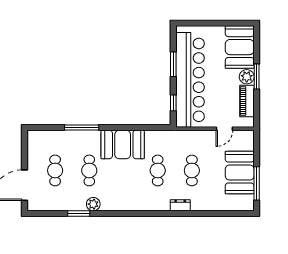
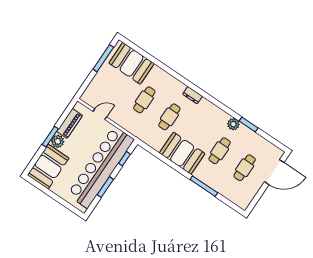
booth: (240, 173) -> (132, 63), moved, turned 90
dresser: (180, 205) -> (192, 95), moved

